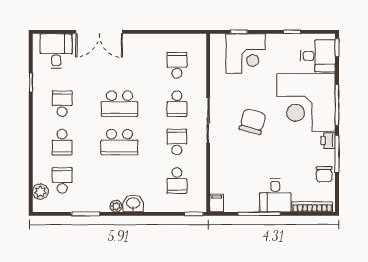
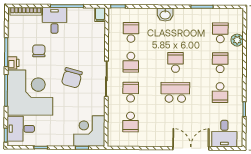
corner desk: (246, 53) -> (89, 131), moved
school desk: (119, 142) -> (175, 62), width x0.54
chair: (324, 174) -> (39, 51), moved
school desk: (62, 180) -> (220, 33), turned 180
plant: (40, 192) -> (237, 40), moved
plant: (116, 206) -> (178, 13), removed

